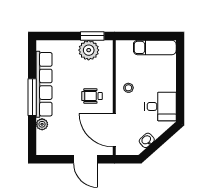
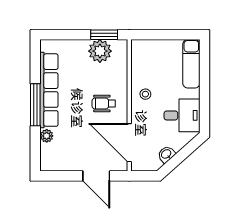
exam couch: (155, 47) -> (191, 64), moved, turned 90

